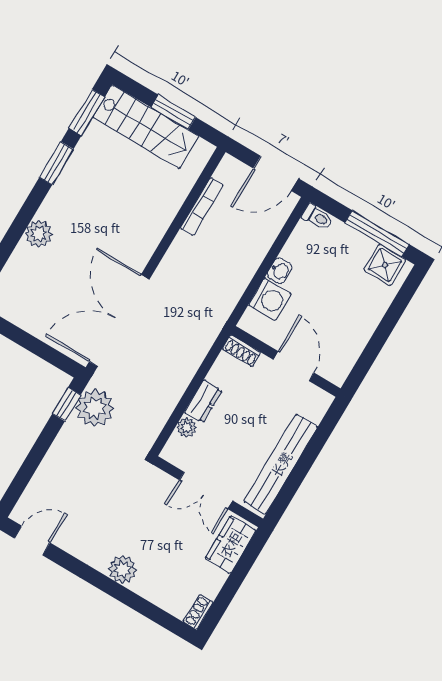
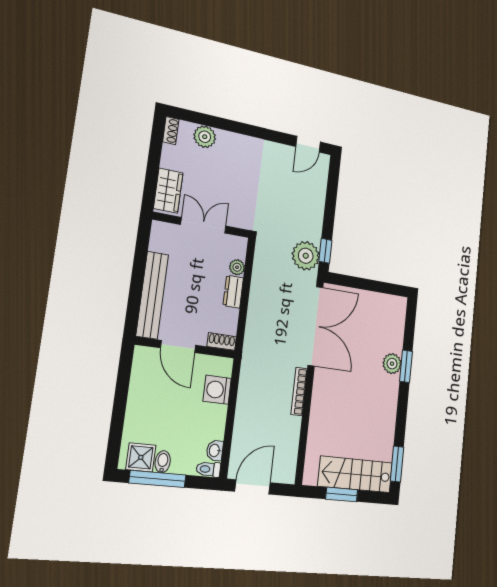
window: (56, 163) -> (406, 366), moved
bookcase: (202, 207) -> (299, 392), moved
bidet: (364, 249) -> (163, 462), added
washbasin: (280, 271) -> (215, 450), moved
bench: (281, 464) -> (152, 295), moved
plant: (122, 569) -> (205, 137), moved

